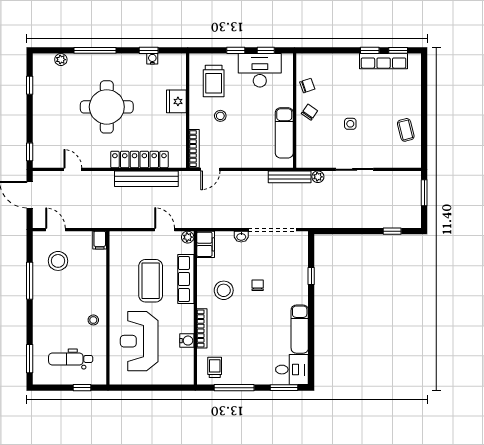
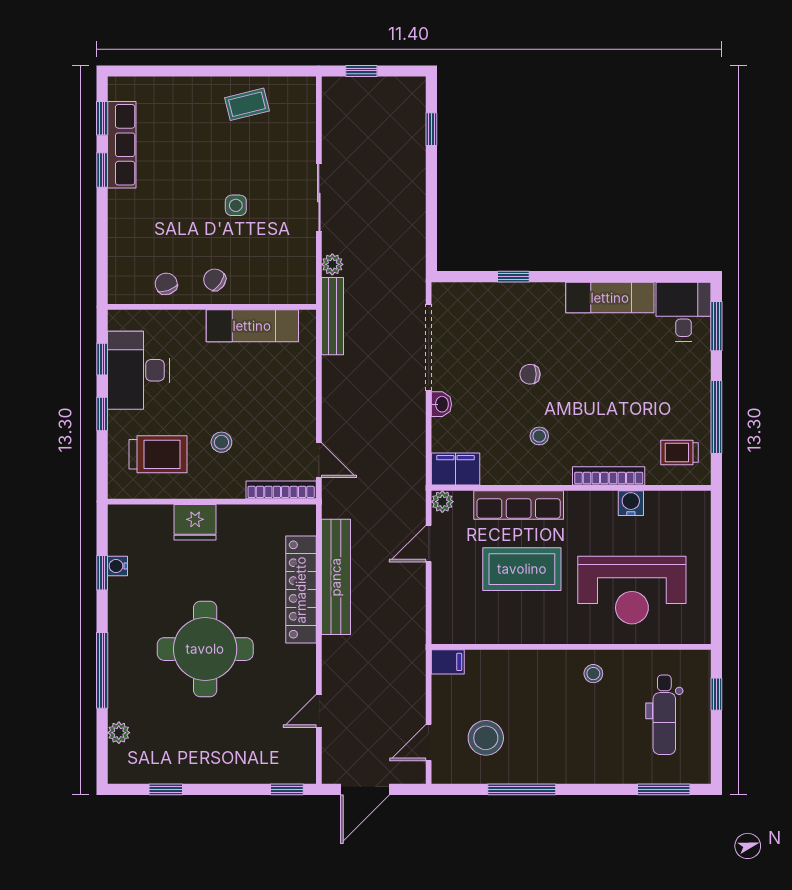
window: (424, 193) -> (361, 71), width x0.67
stool: (224, 290) -> (539, 436), width x0.53, depth x0.53

